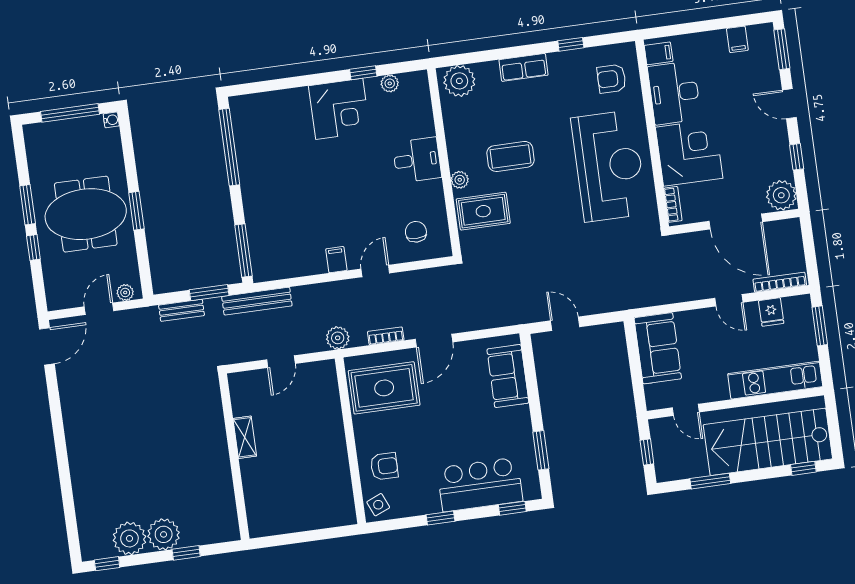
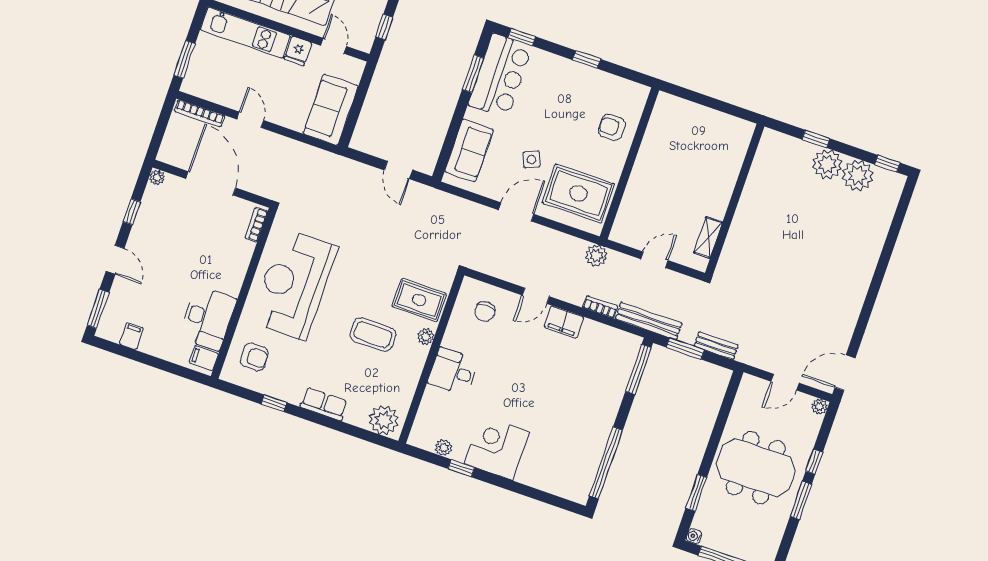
corner desk: (689, 153) -> (221, 261), removed
plant: (781, 195) -> (157, 177), width x0.53, depth x0.53
window: (136, 211) -> (696, 493), moved
filing cabinet: (336, 260) -> (564, 322), width x2.00
plant: (125, 292) -> (819, 407), moved
fridge: (771, 312) -> (298, 51), moved, turned 180
bookcase: (386, 336) -> (600, 307), moved, turned 180
shelving: (245, 437) -> (708, 238), moved
bar counter: (480, 485) -> (500, 75), moved, turned -90
side table: (378, 505) -> (531, 159), moved

